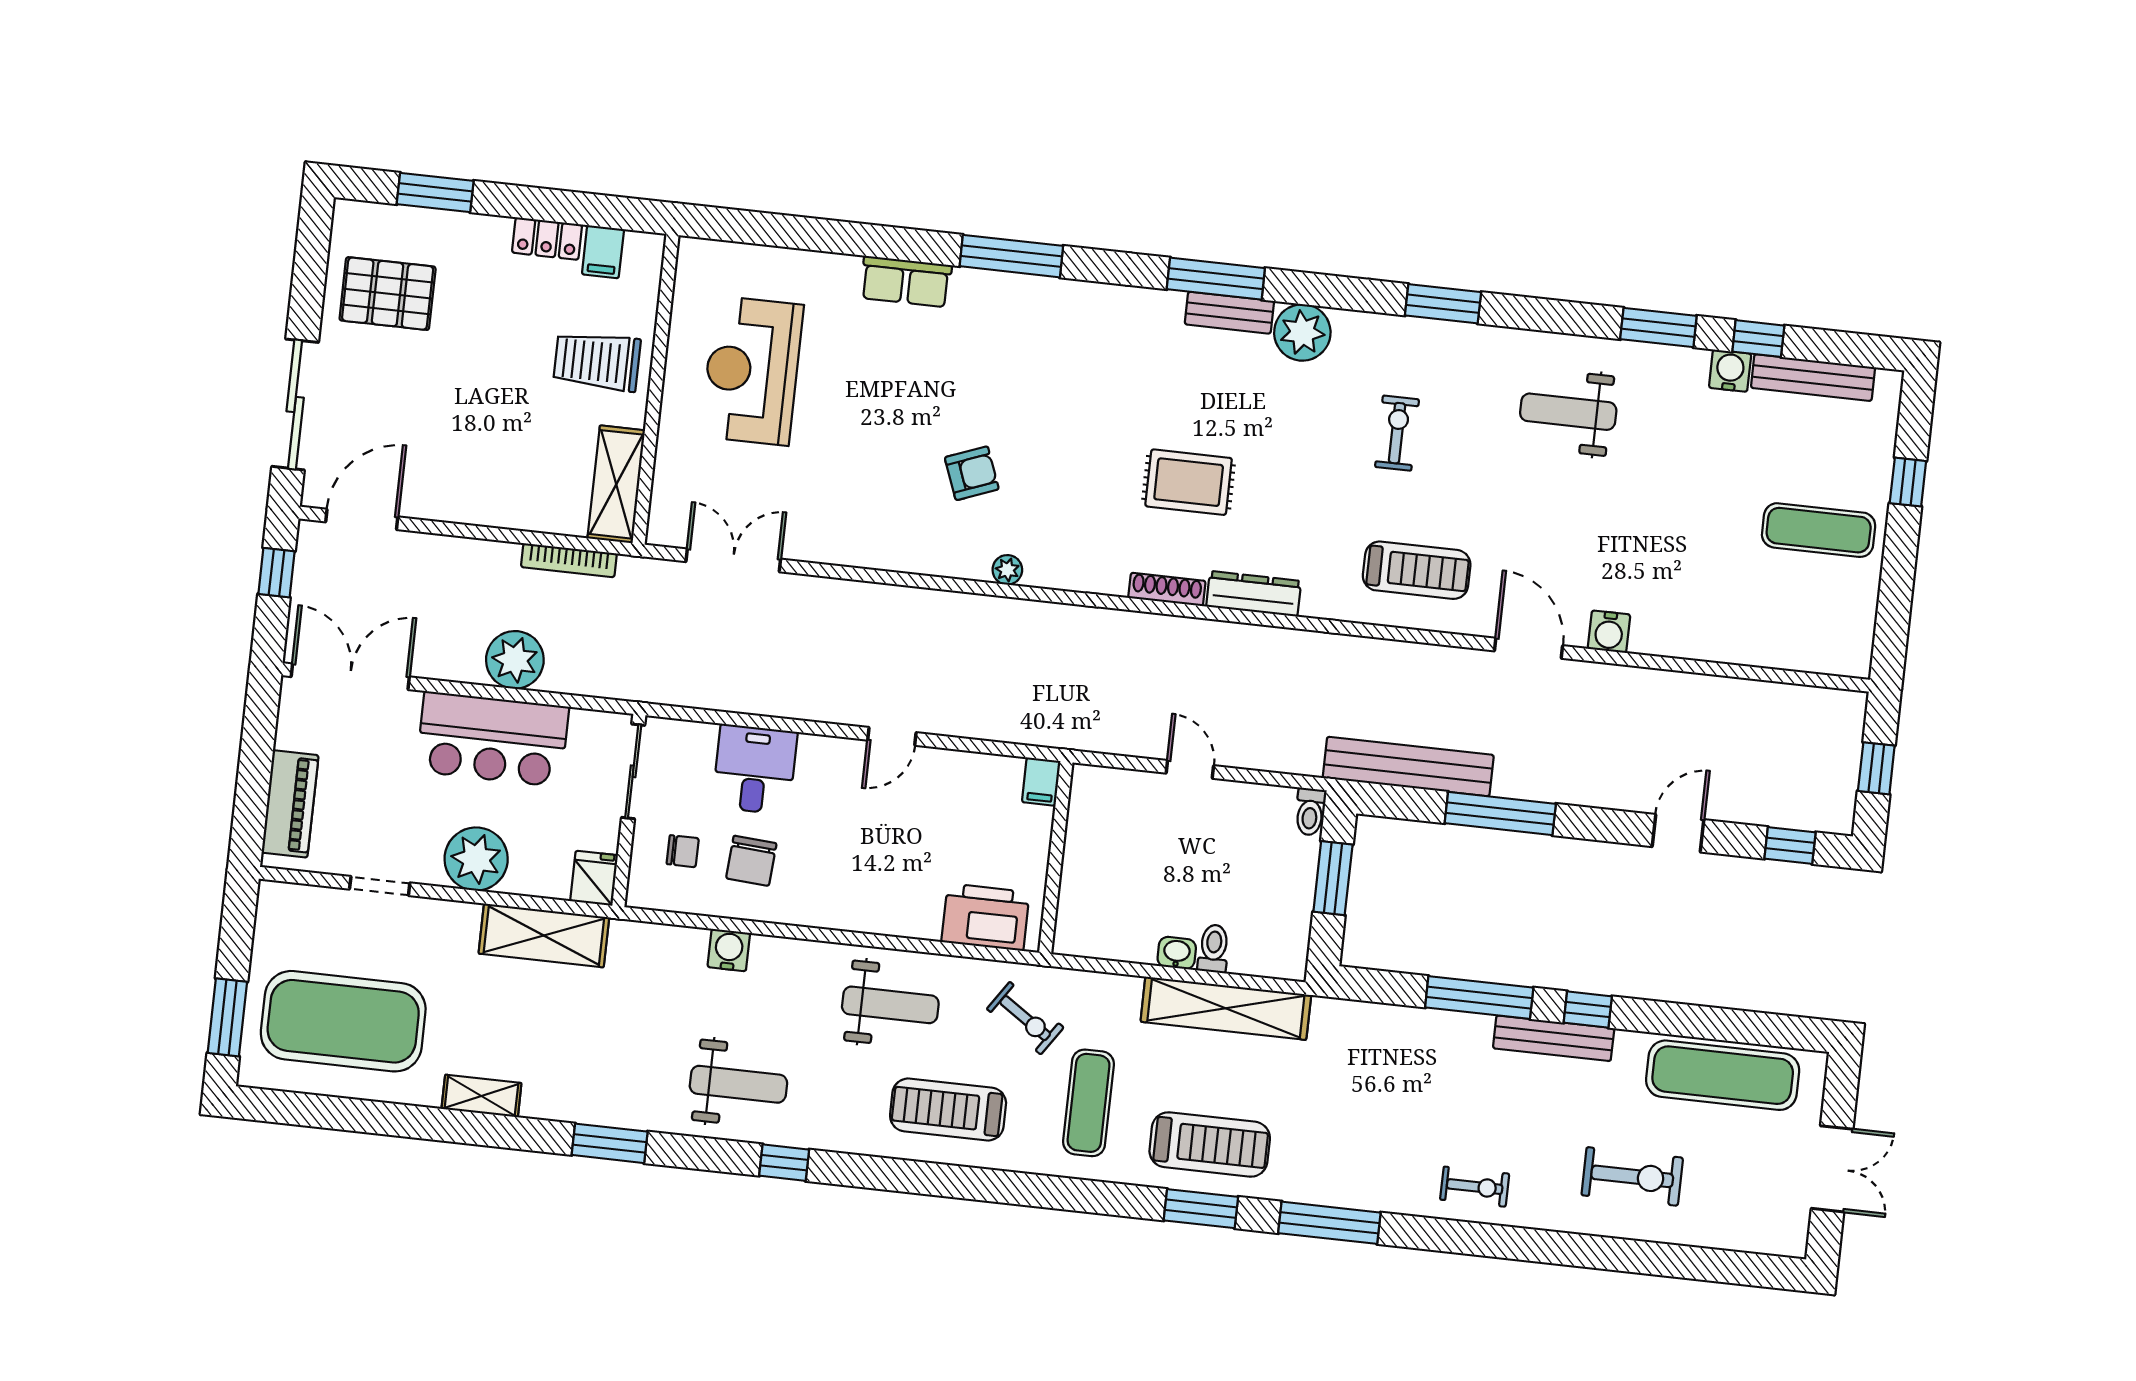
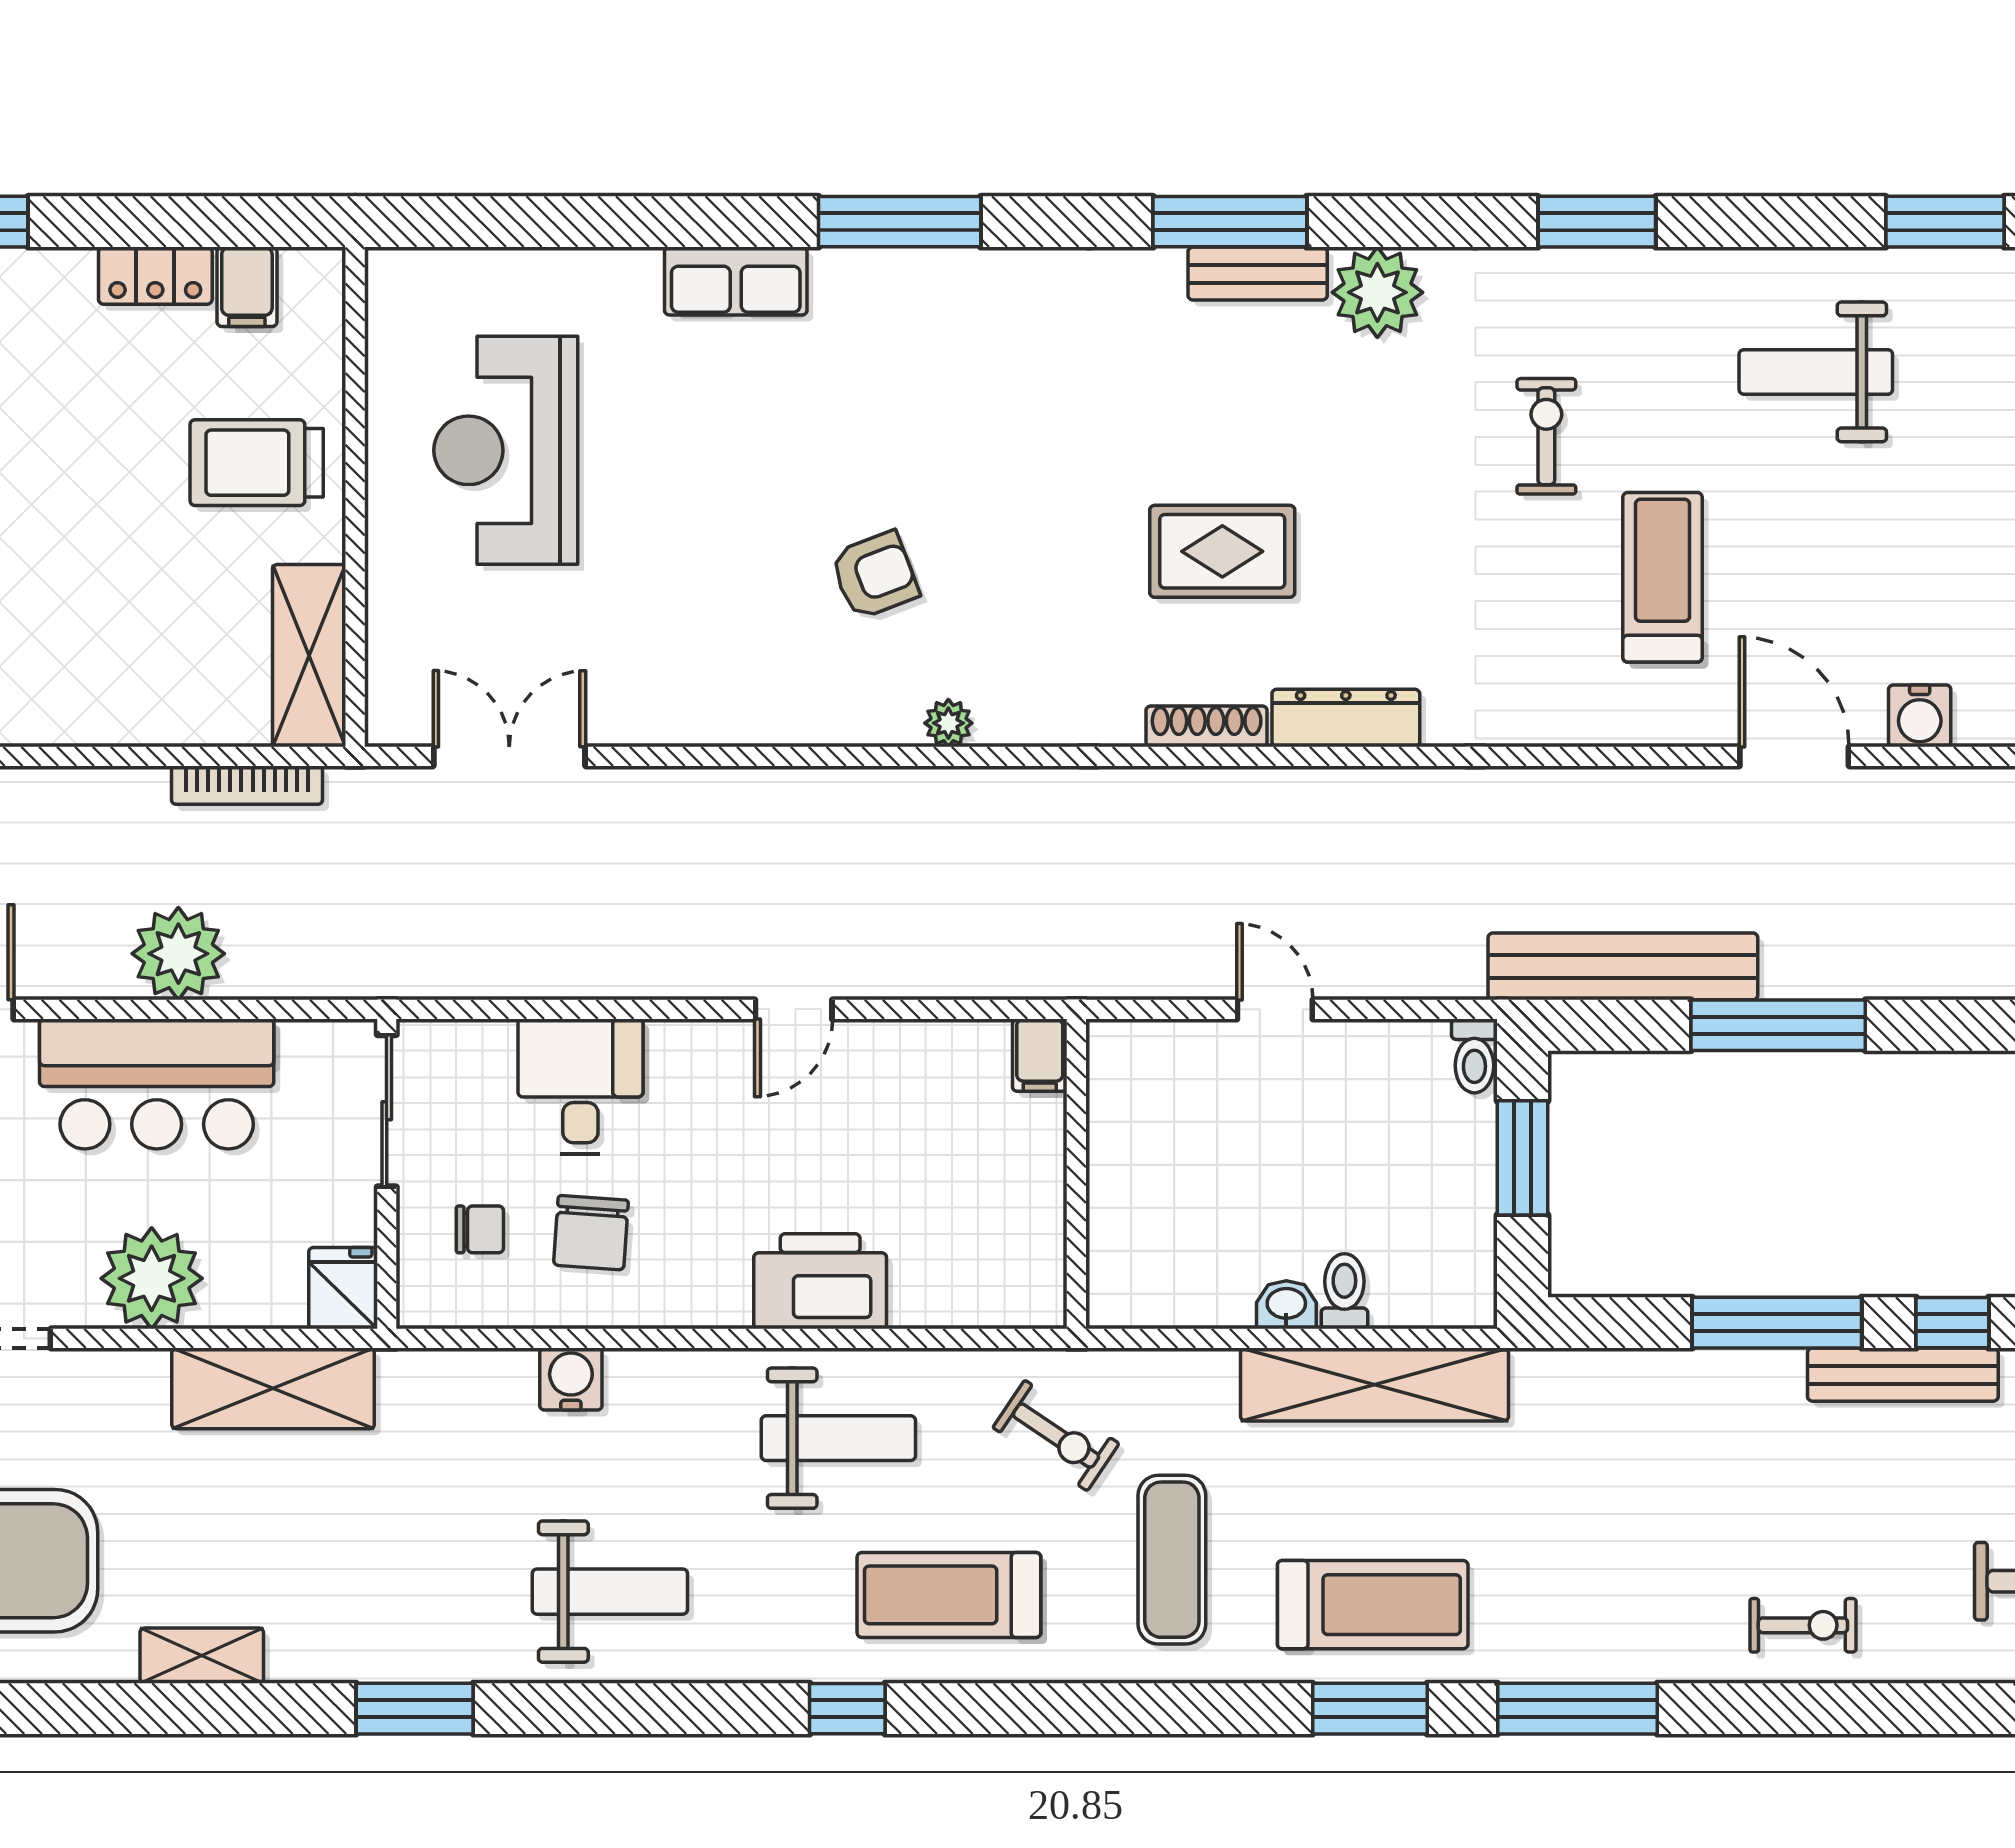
treadmill: (1417, 570) -> (1662, 577), moved, turned -90
printer: (985, 917) -> (820, 1281), moved
window: (784, 1163) -> (847, 1709), moved

